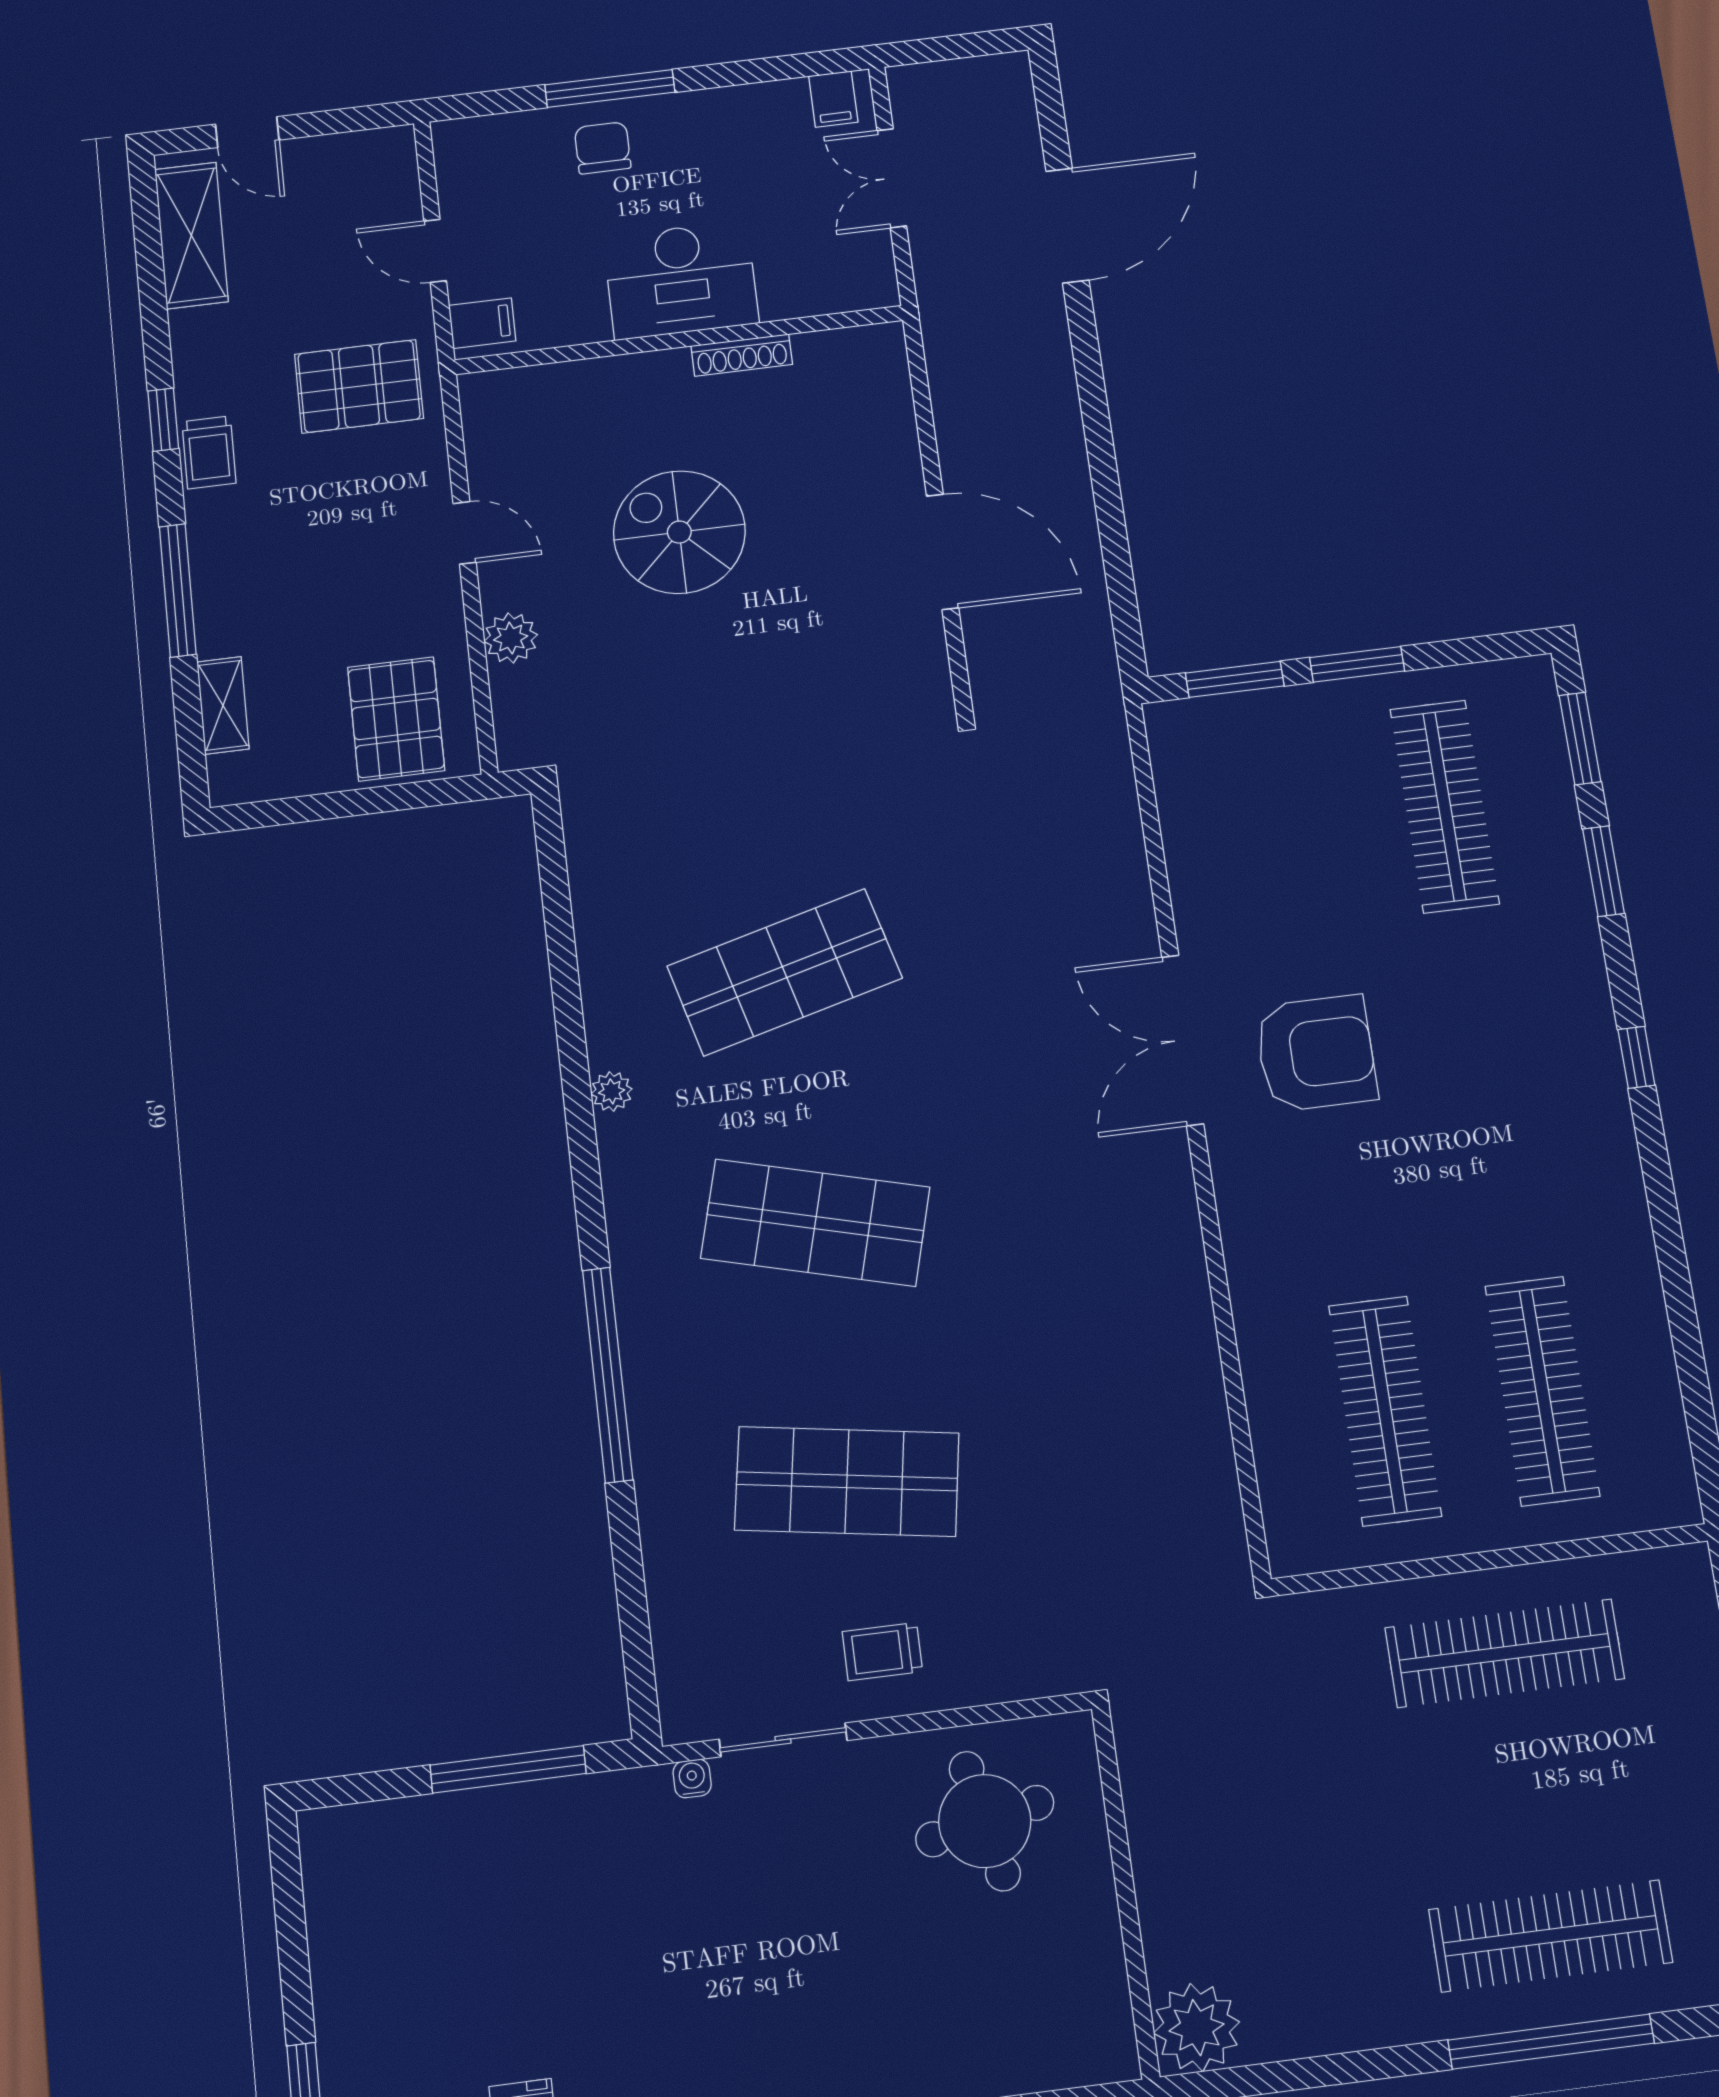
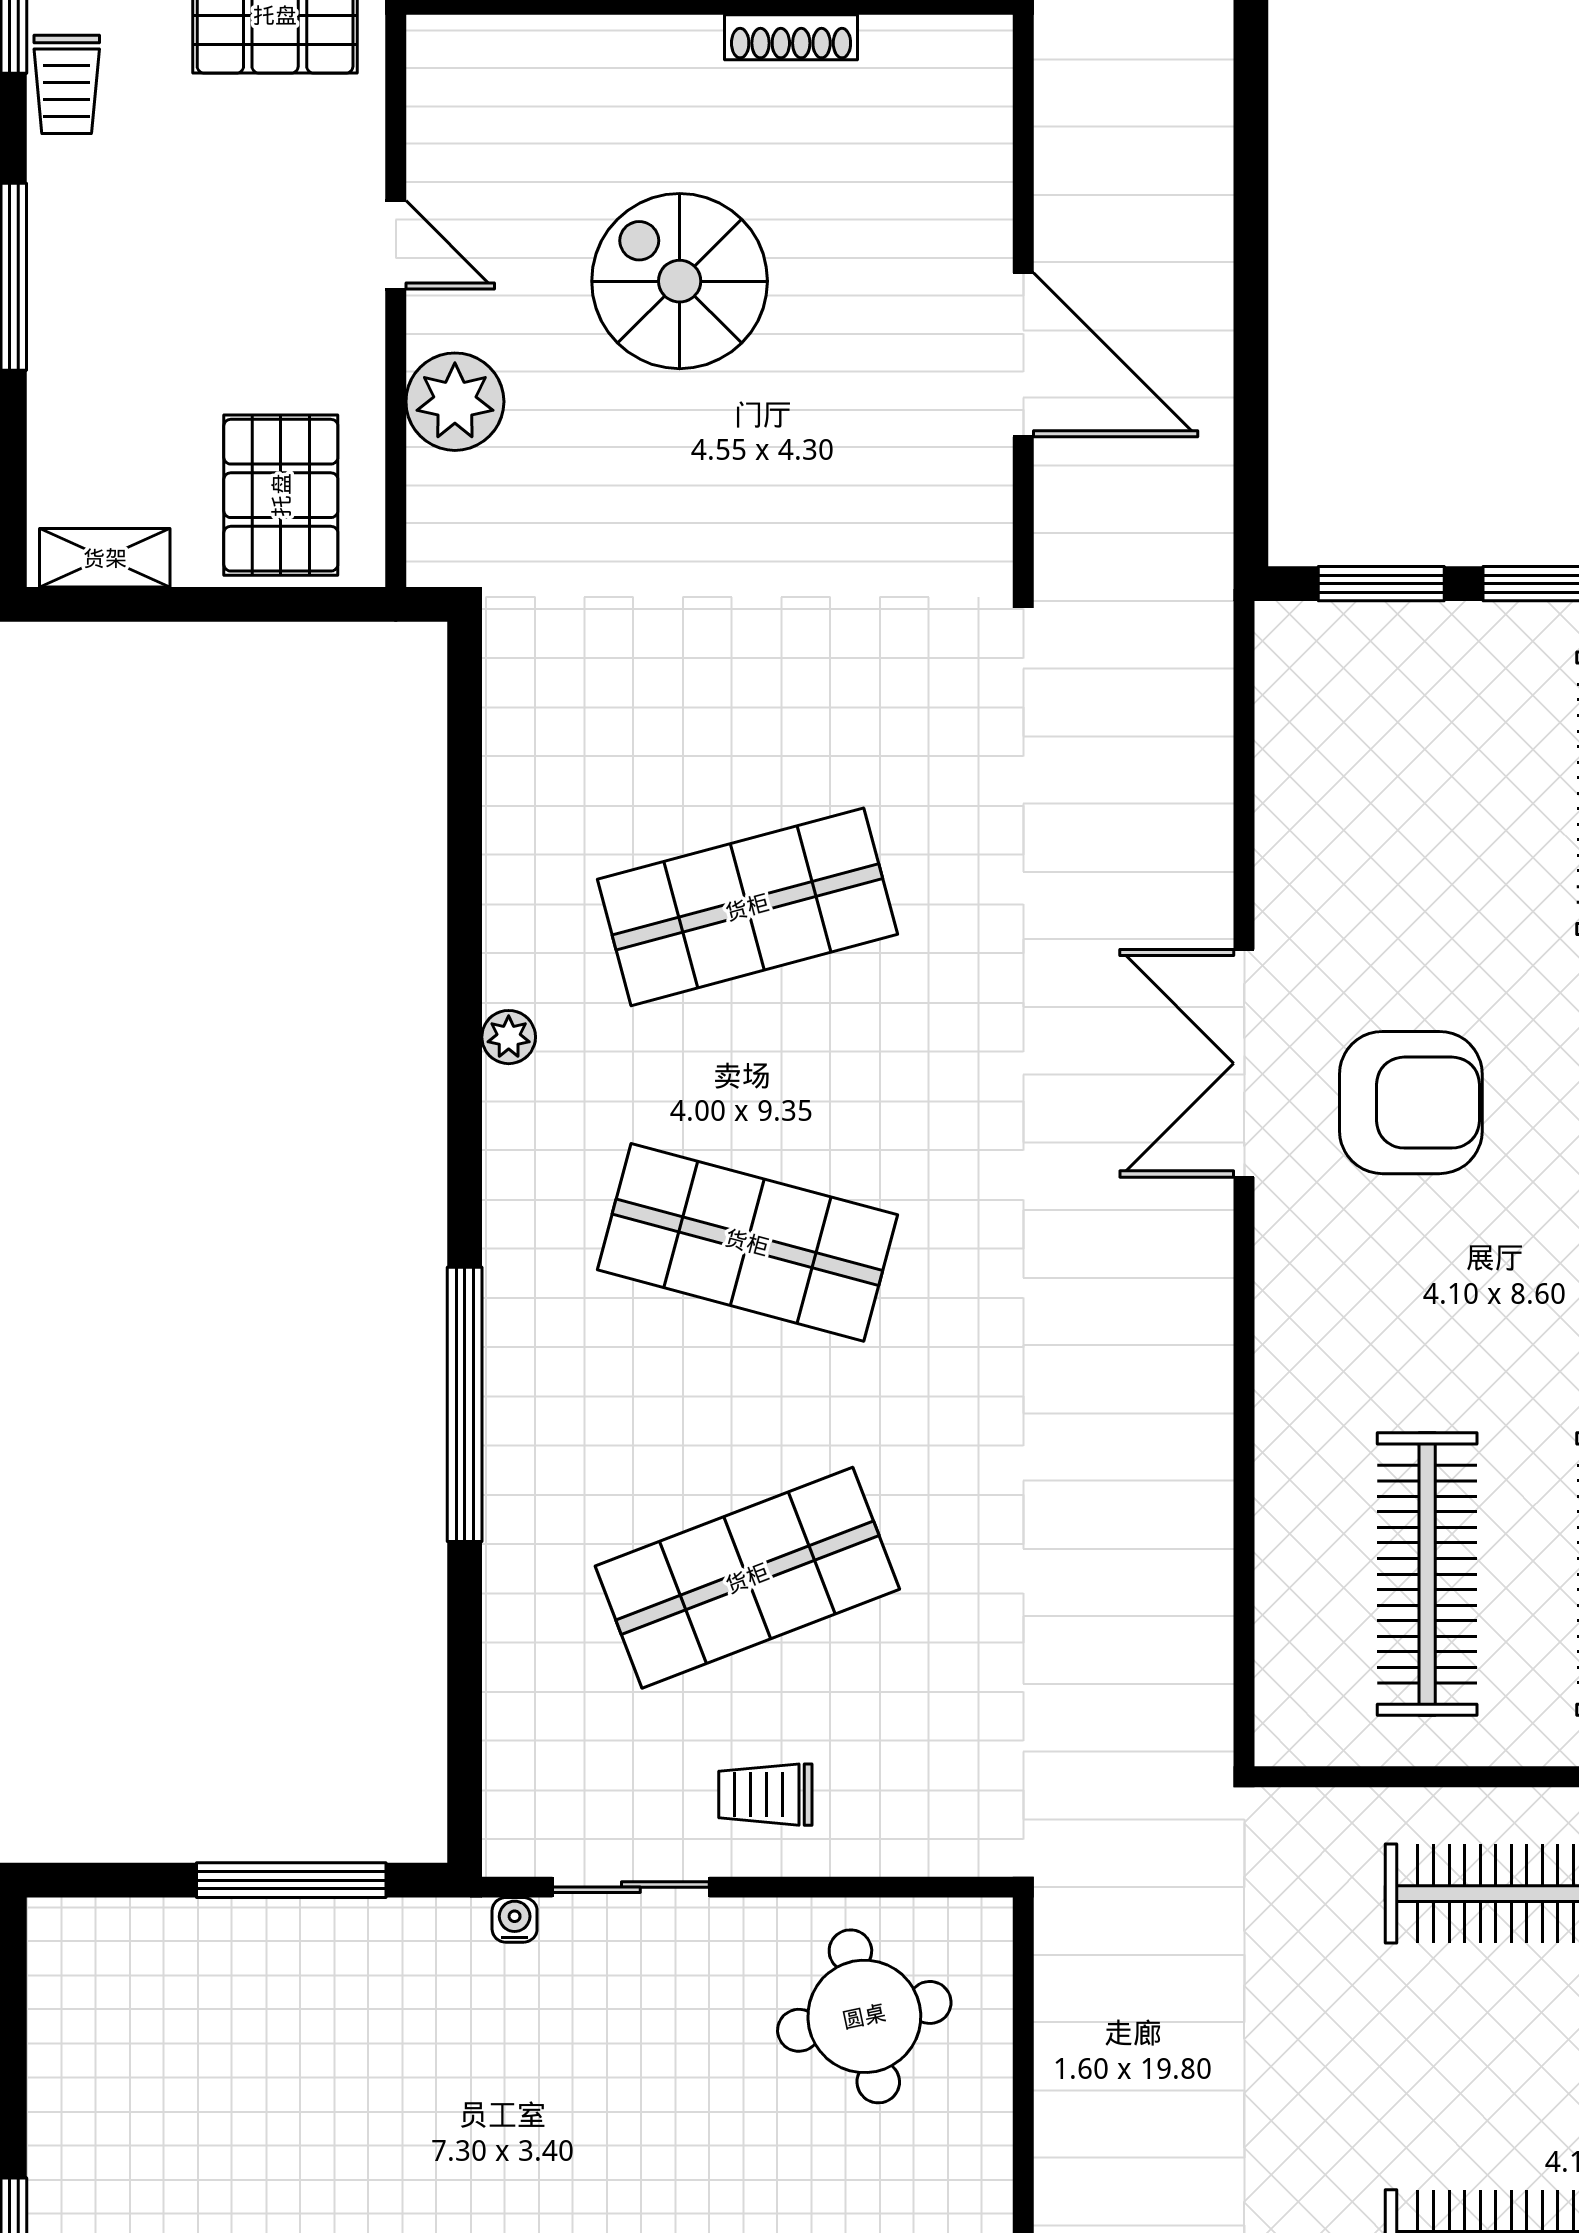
plant: (511, 638) -> (455, 402), width x1.36, depth x1.36
shelving: (223, 705) -> (105, 558), moved, turned 90
shop shelf: (847, 1481) -> (747, 1578), turned -30

